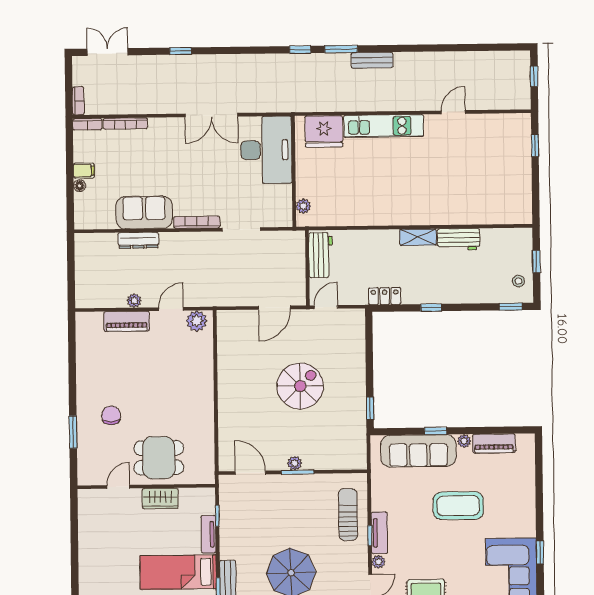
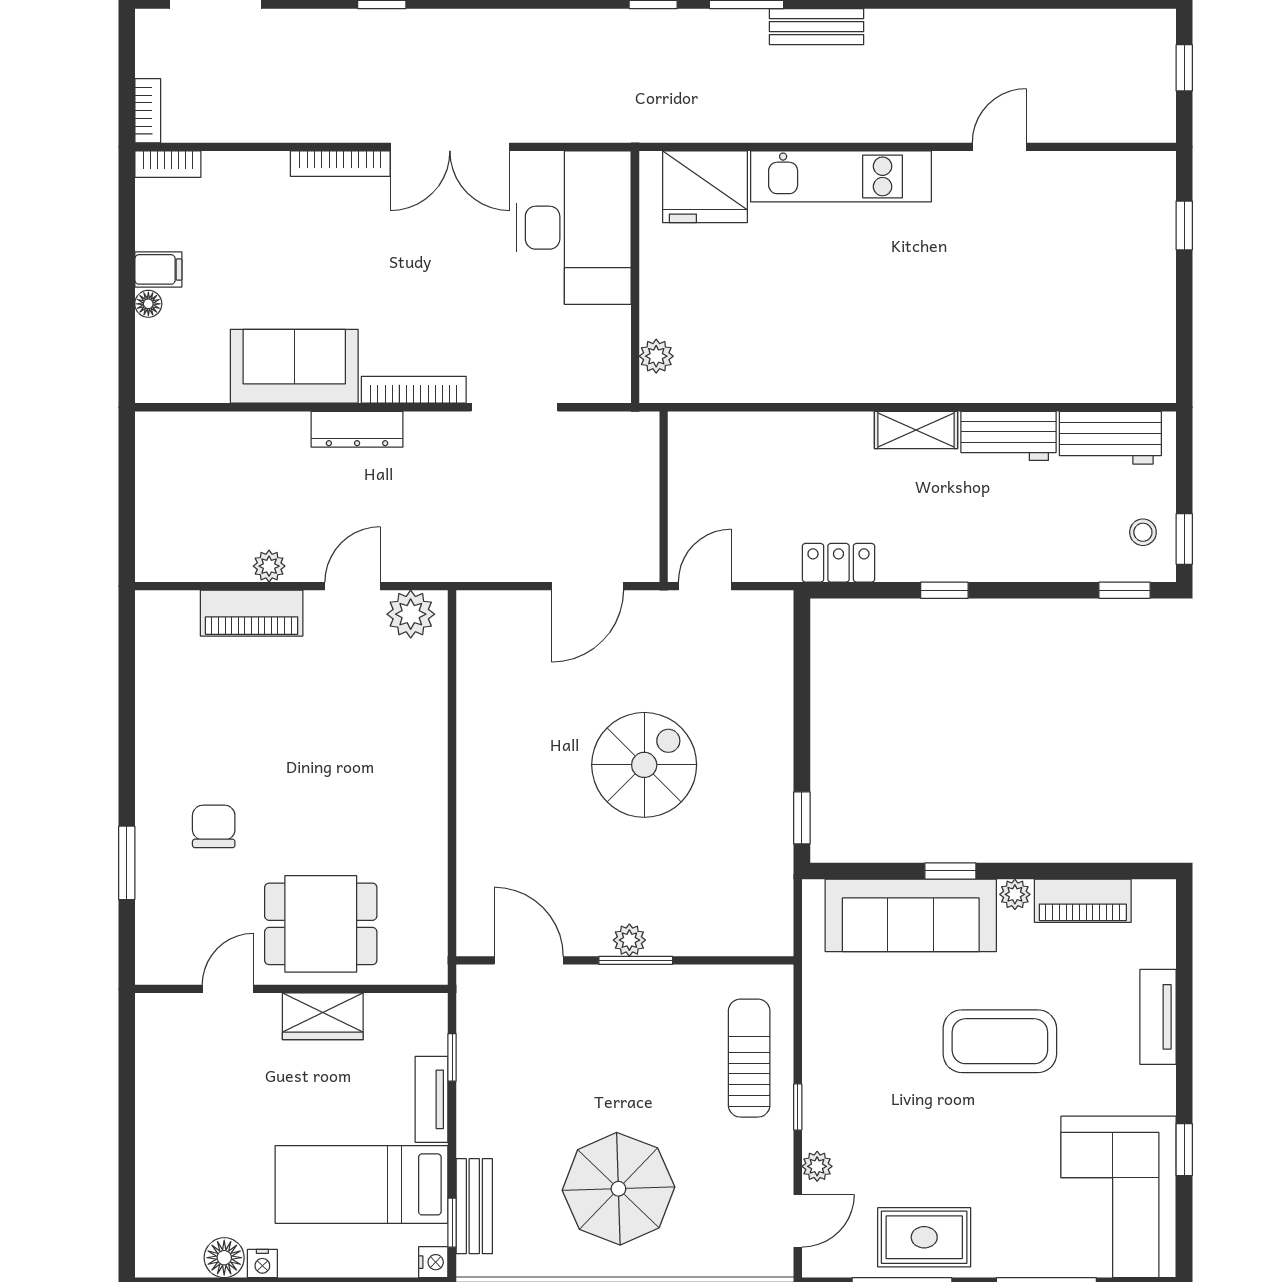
bookcase: (125, 124) -> (340, 164), moved
dresser: (138, 240) -> (357, 429), moved
workbench: (321, 255) -> (1110, 438), moved, turned 90
window: (536, 262) -> (1184, 539), moved
tv unit: (379, 533) -> (1158, 1017), moved, turned 180

